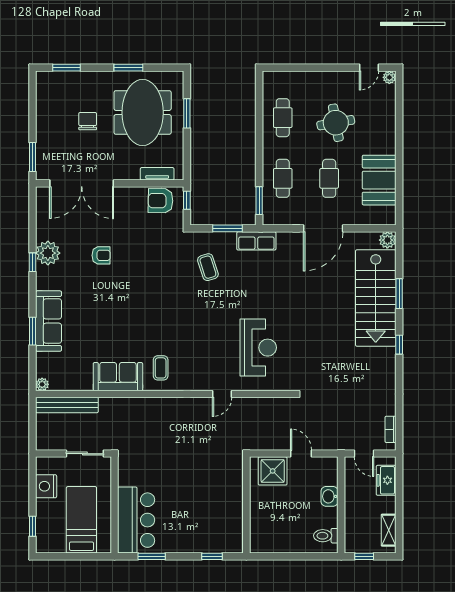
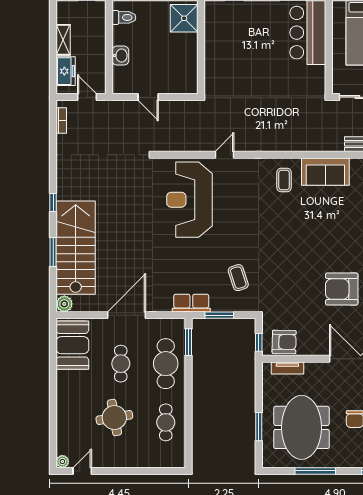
window: (128, 68) -> (315, 471), width x1.44
cafe table: (283, 178) -> (166, 364), width x1.37, depth x1.35
booth: (379, 180) -> (72, 345), moved
armchair: (101, 255) -> (342, 289), width x1.88, depth x1.88
reception desk: (258, 348) -> (189, 200), width x1.36, depth x1.30
shower: (273, 471) -> (184, 18), moved
shelving: (389, 530) -> (63, 40), moved

